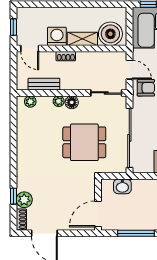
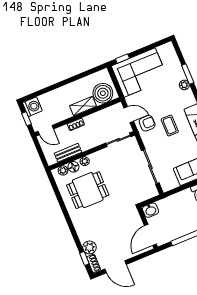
washing machine: (57, 36) -> (32, 107), moved, turned 90
floor lamp: (72, 102) -> (73, 167), moved
sliding door: (129, 138) -> (150, 167), width x0.73
dining table: (84, 142) -> (88, 190), moved
washbasin: (122, 186) -> (151, 210), moved
window: (13, 196) -> (84, 258), moved

